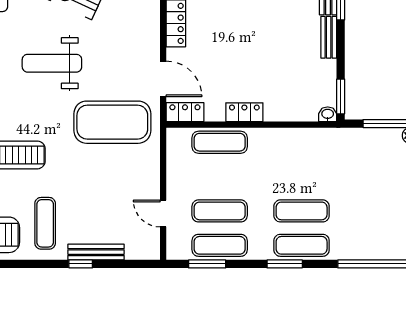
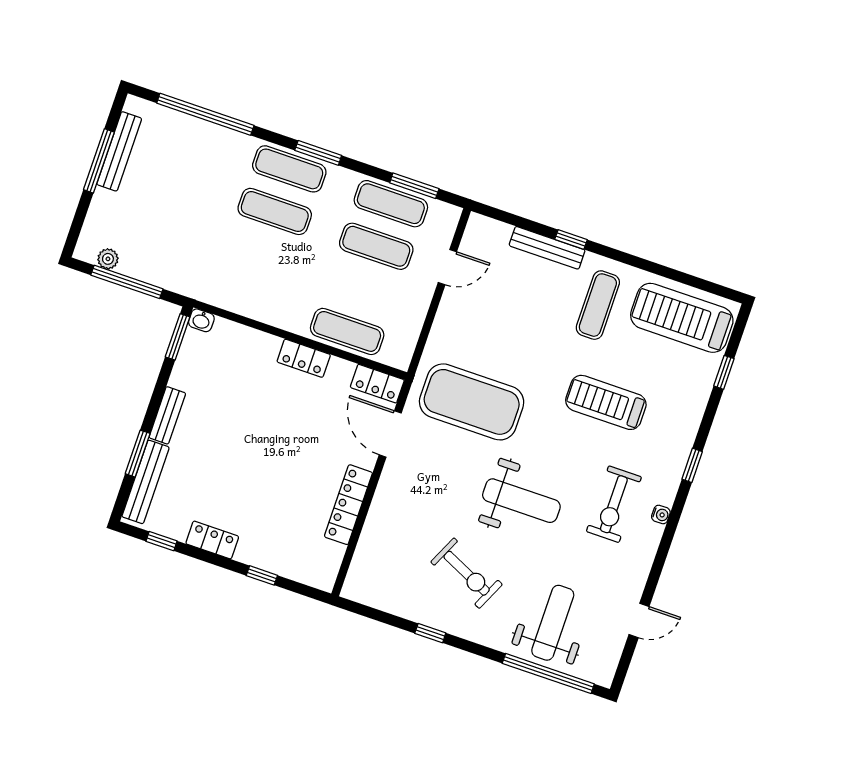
door: (163, 213) -> (447, 267), hinge flipped

